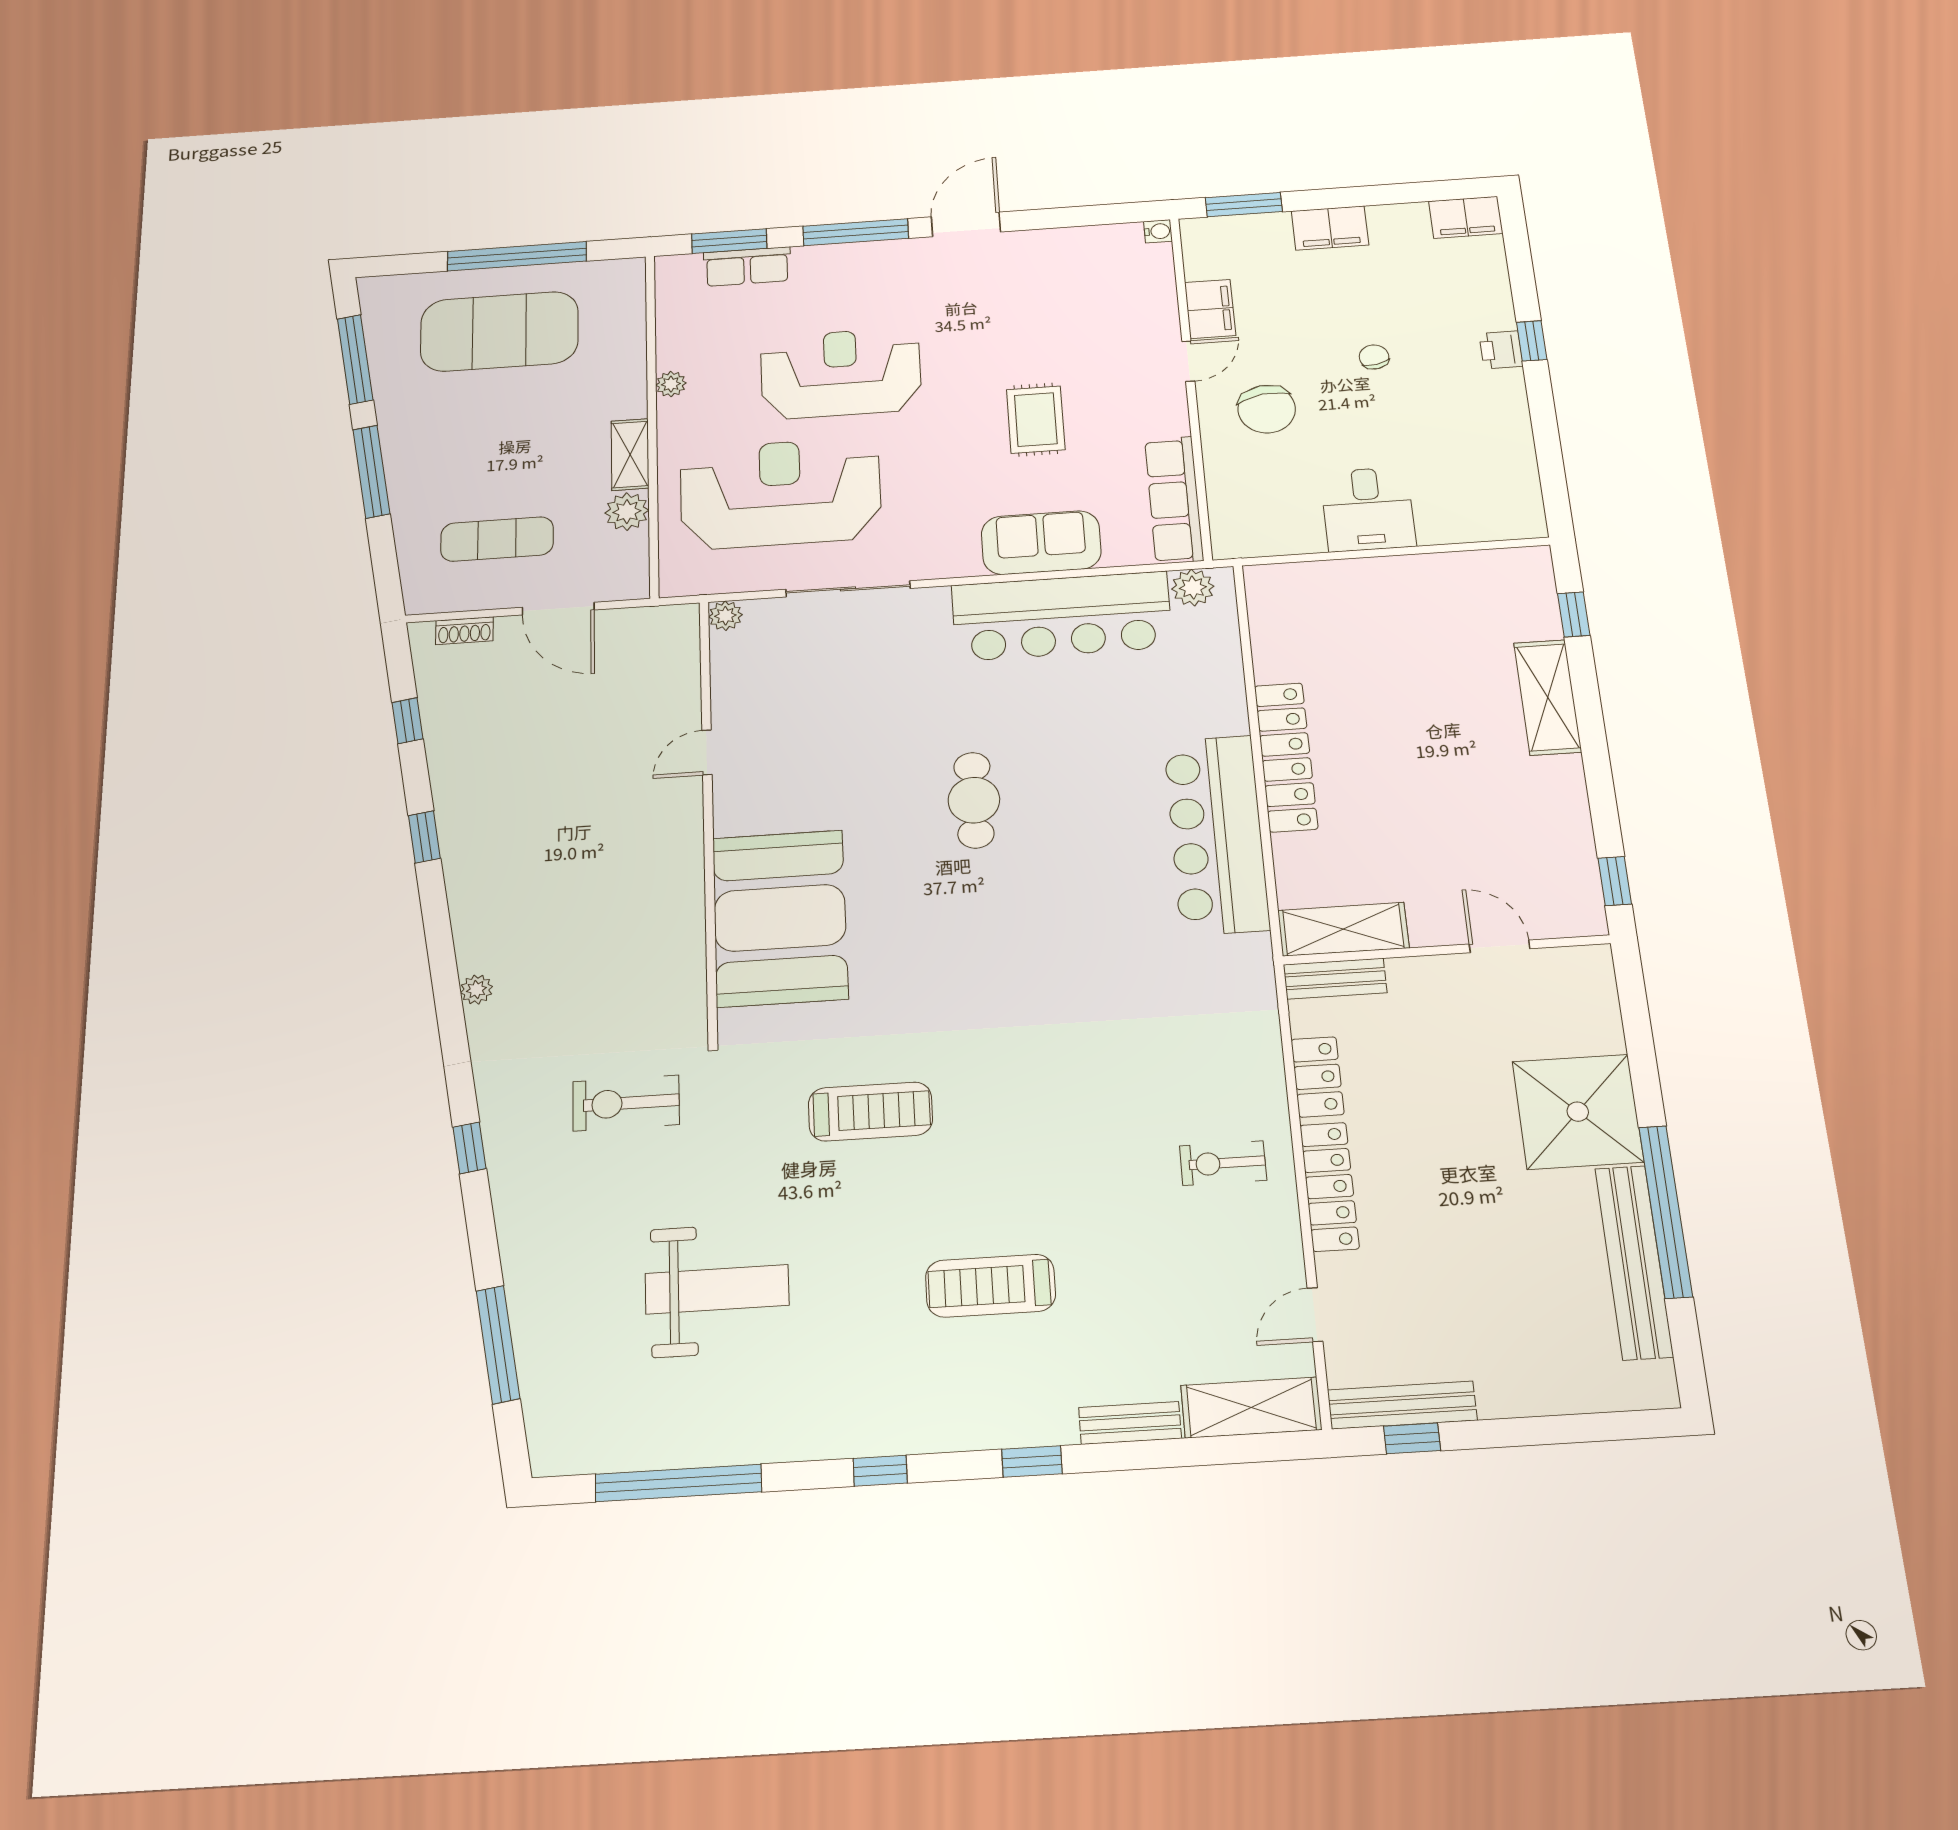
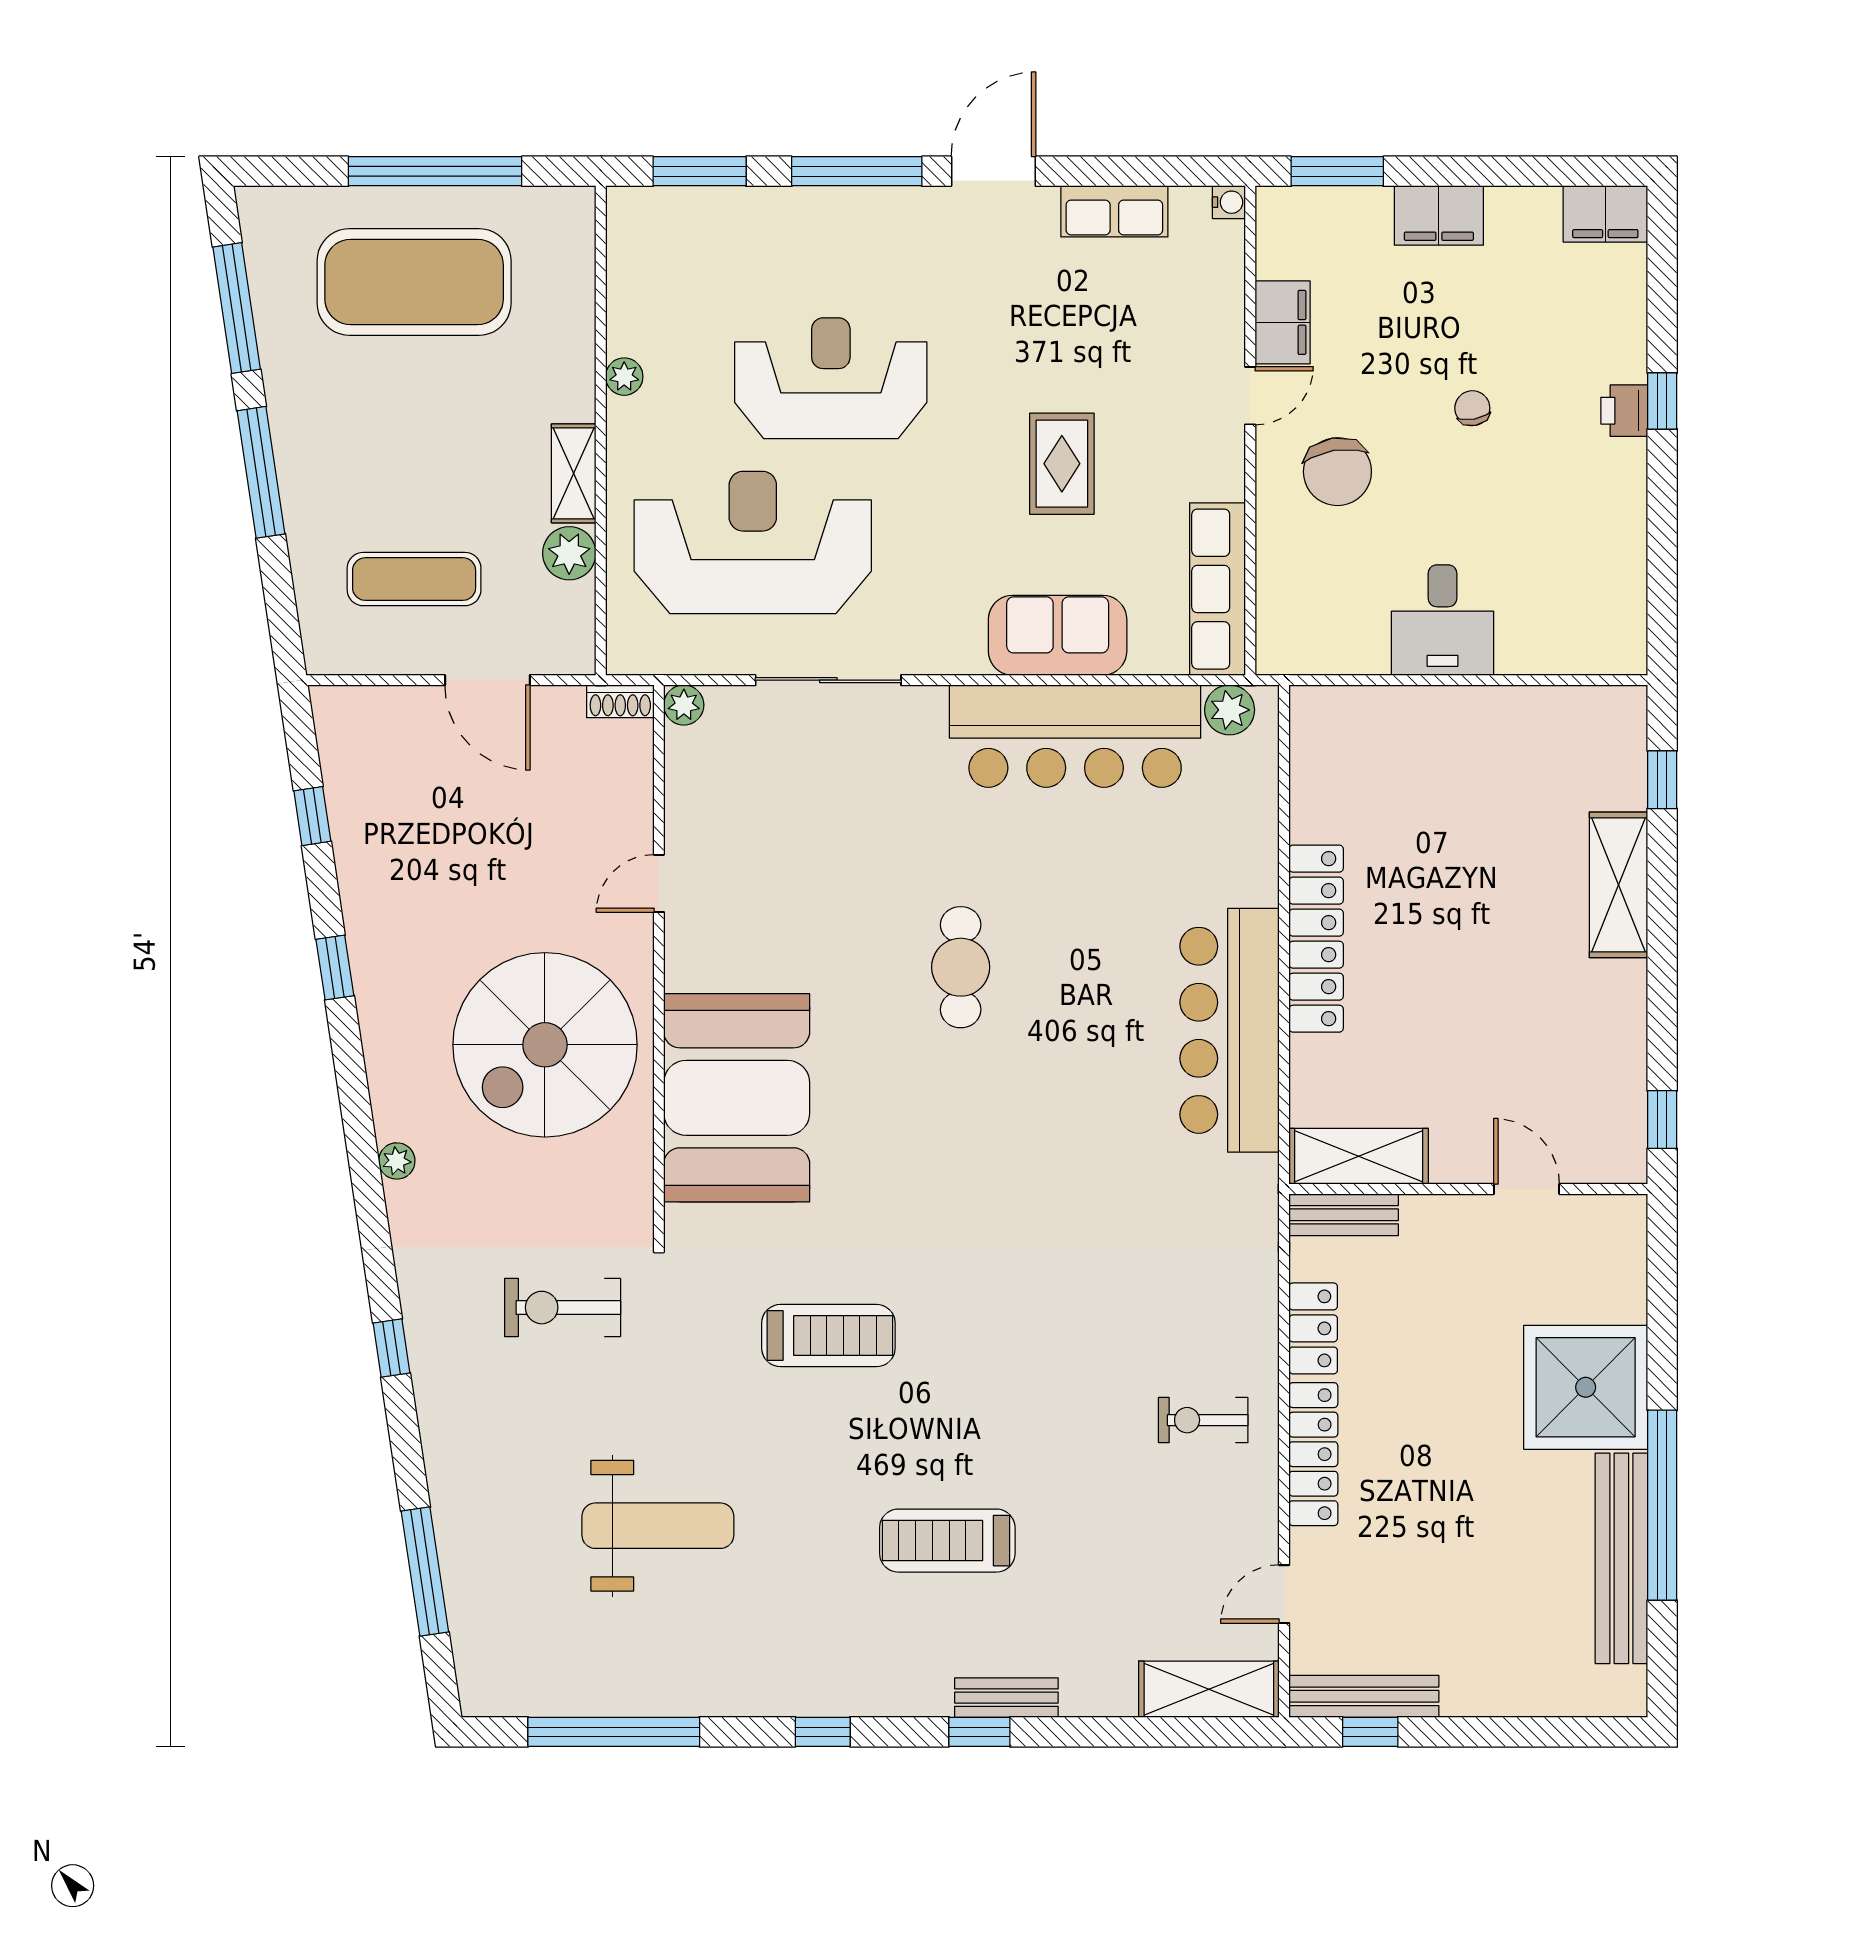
row of seats: (747, 267) -> (1114, 211), moved
shoe rack: (464, 631) -> (620, 701), moved
spiral stairs: (609, 886) -> (545, 1045), added
bench: (1130, 1423) -> (1006, 1698), moved

